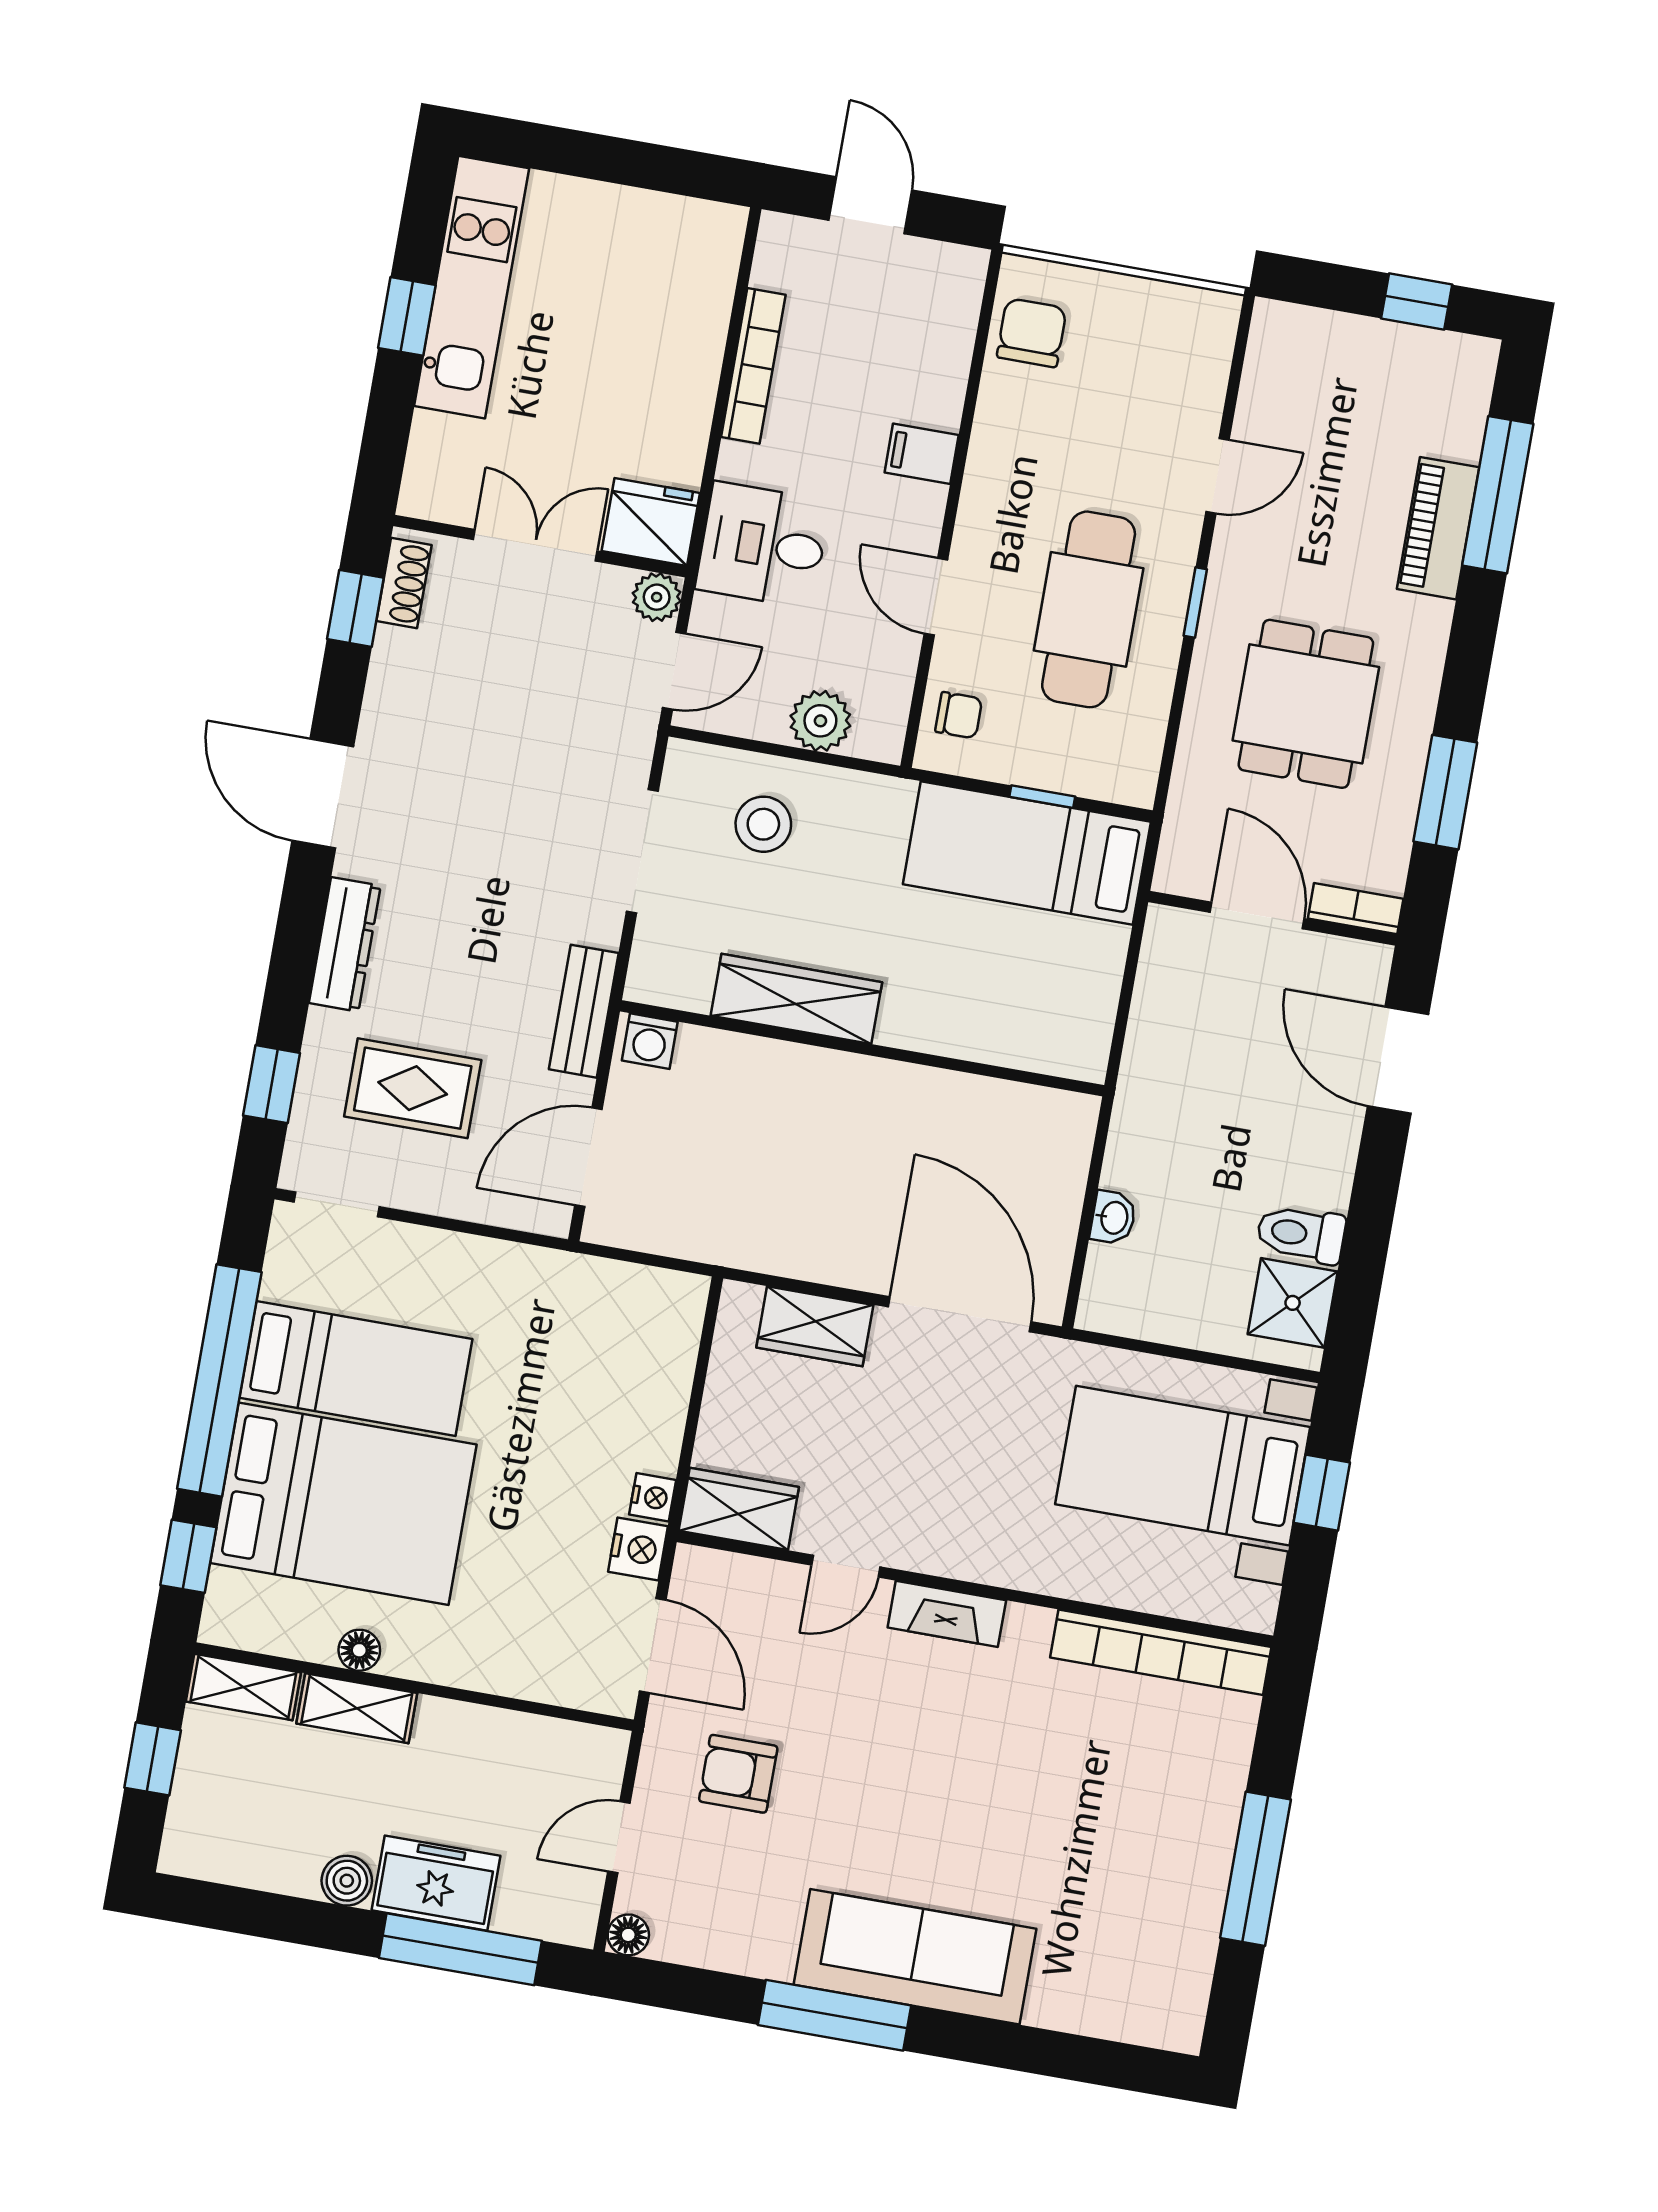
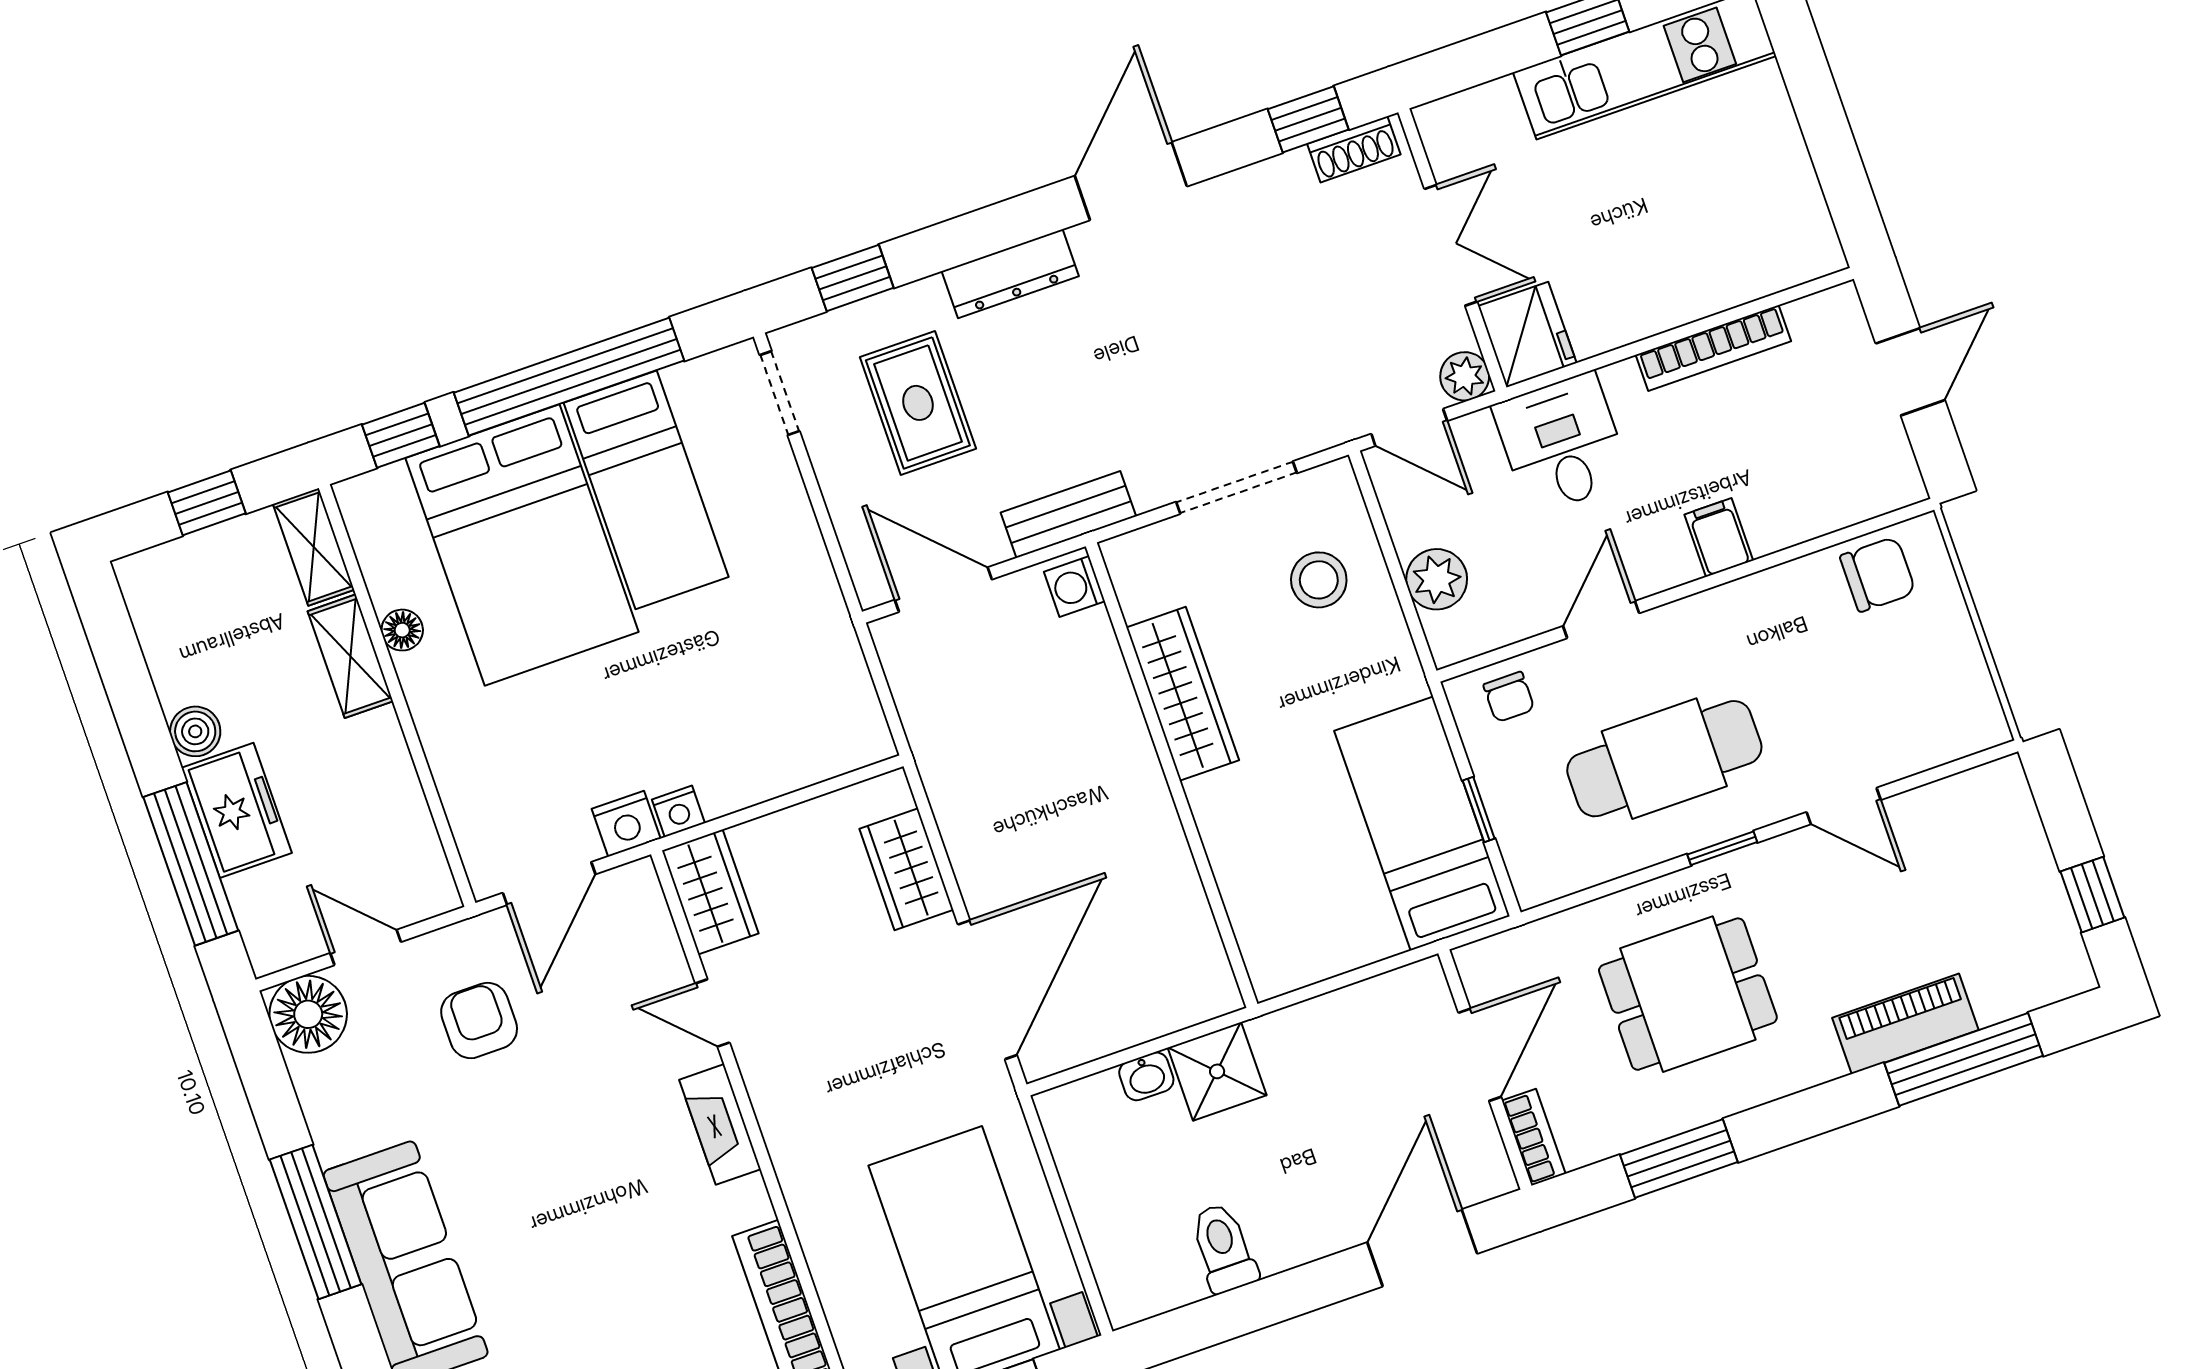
shower: (1293, 1303) -> (1217, 1071), moved
floor lamp: (628, 1935) -> (308, 1014), width x1.89, depth x1.89

